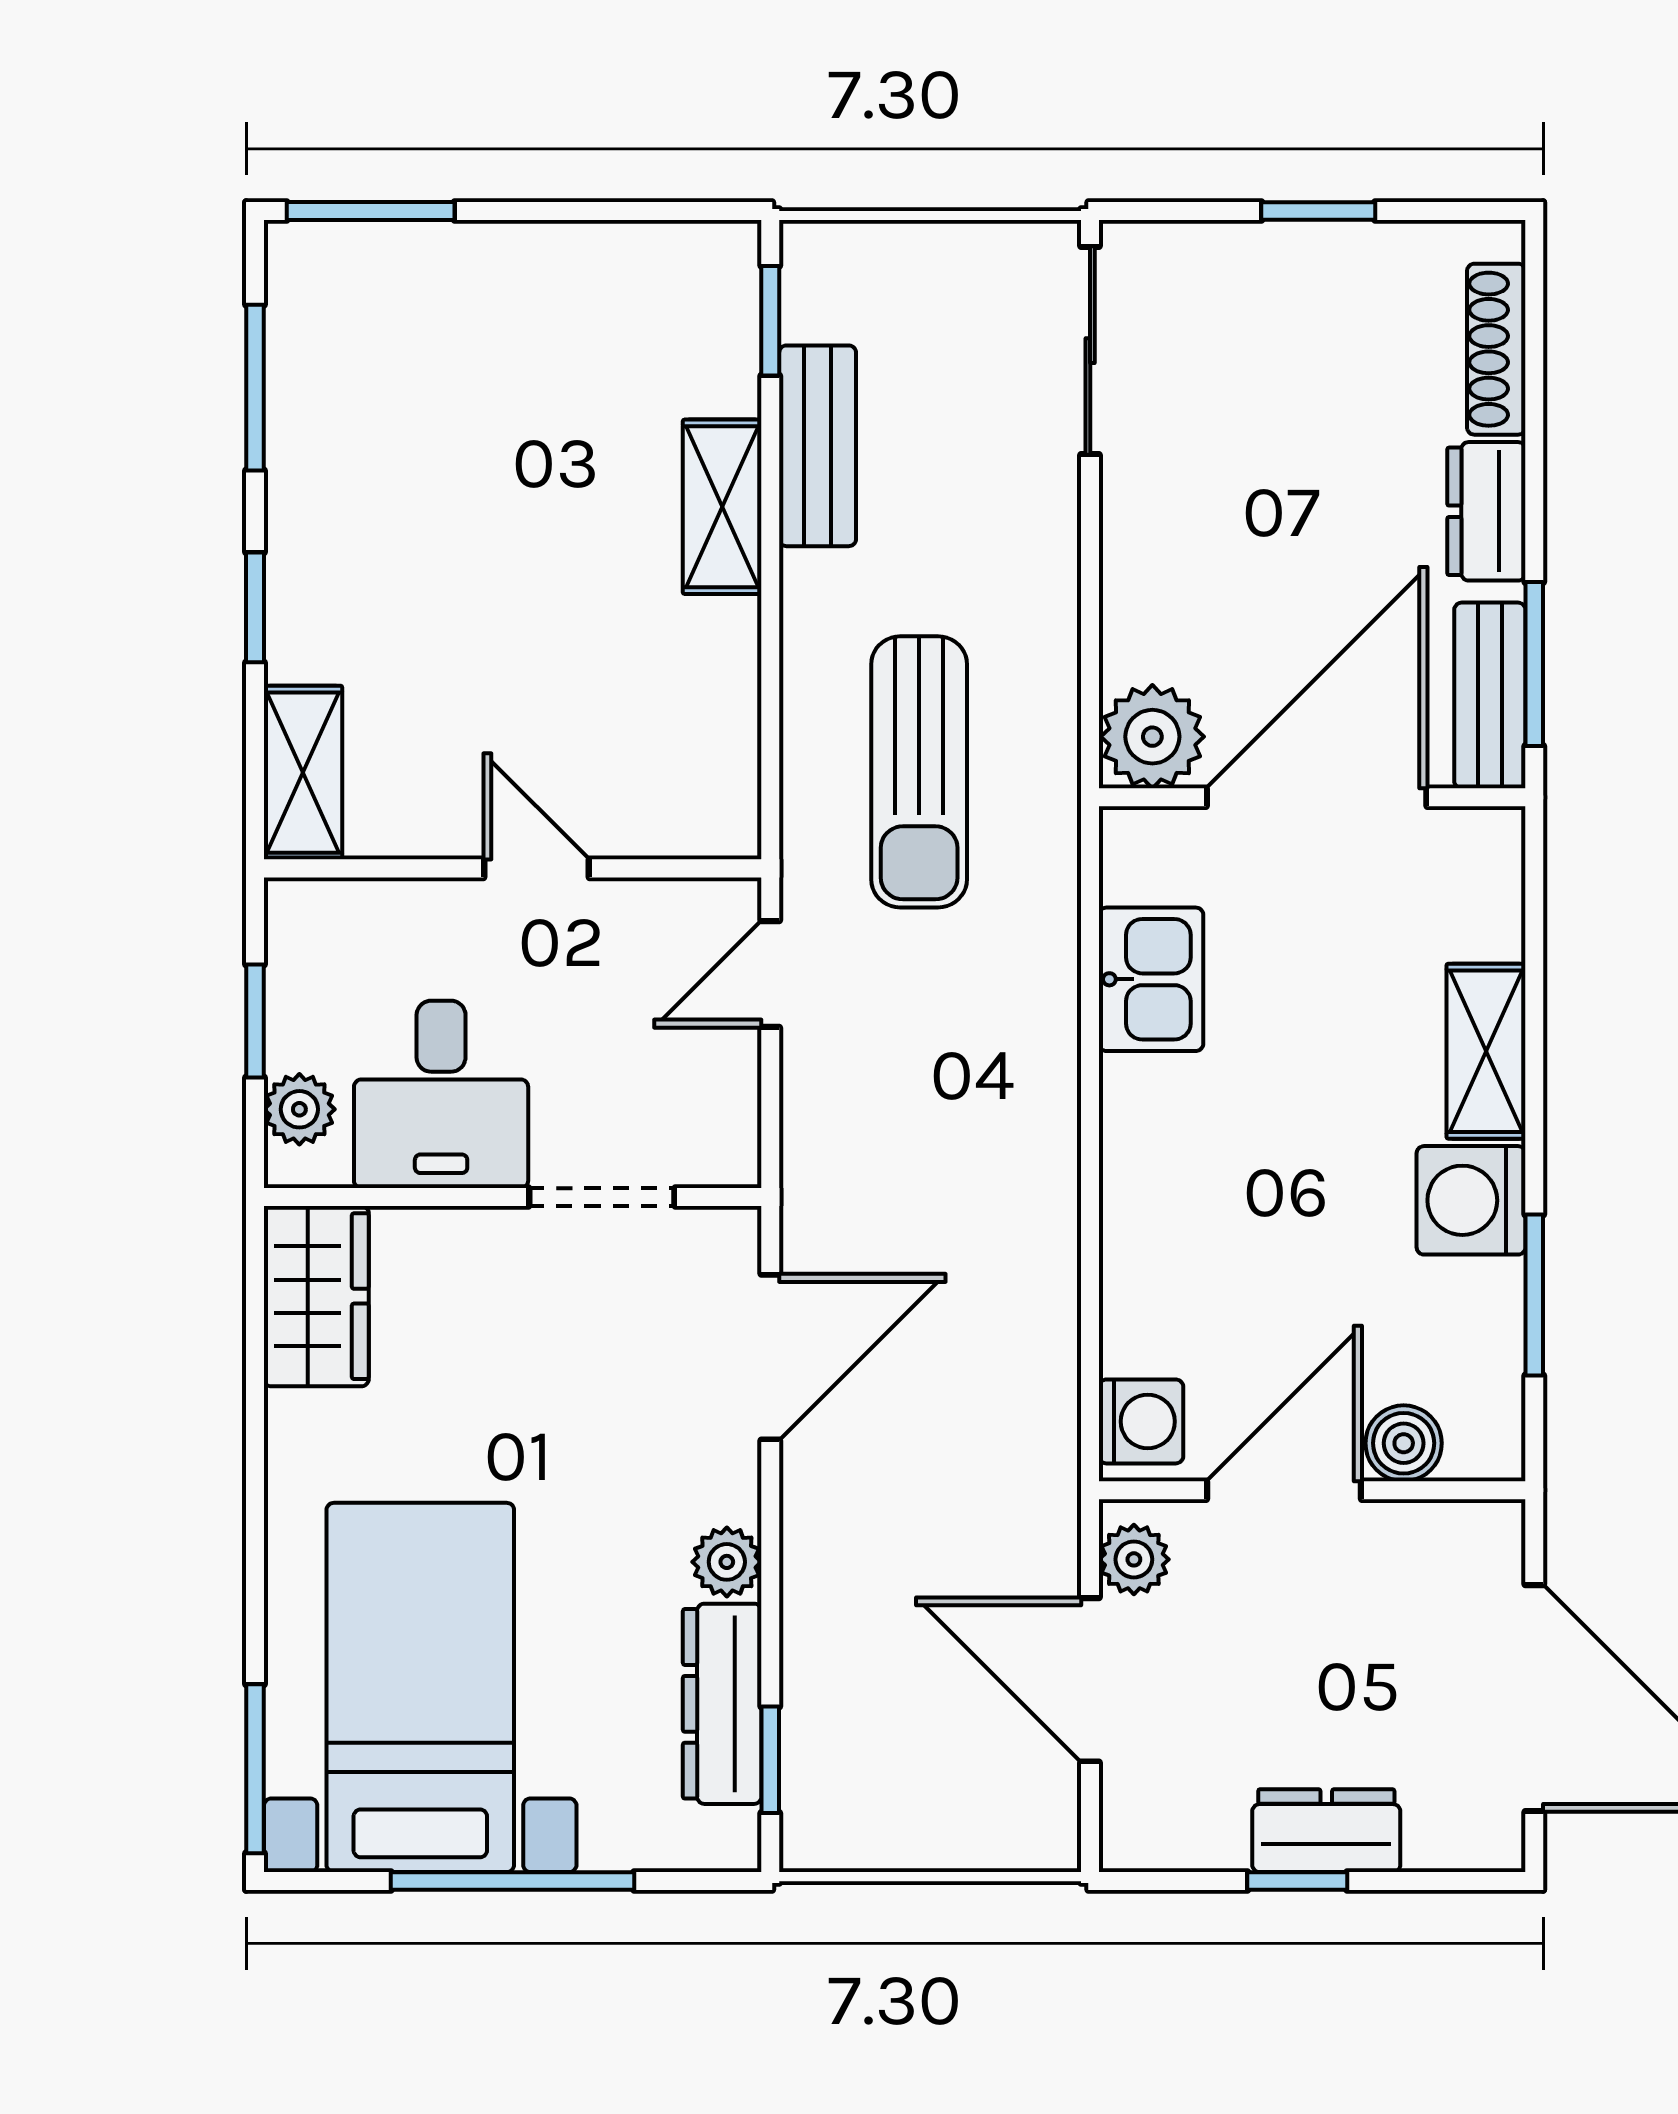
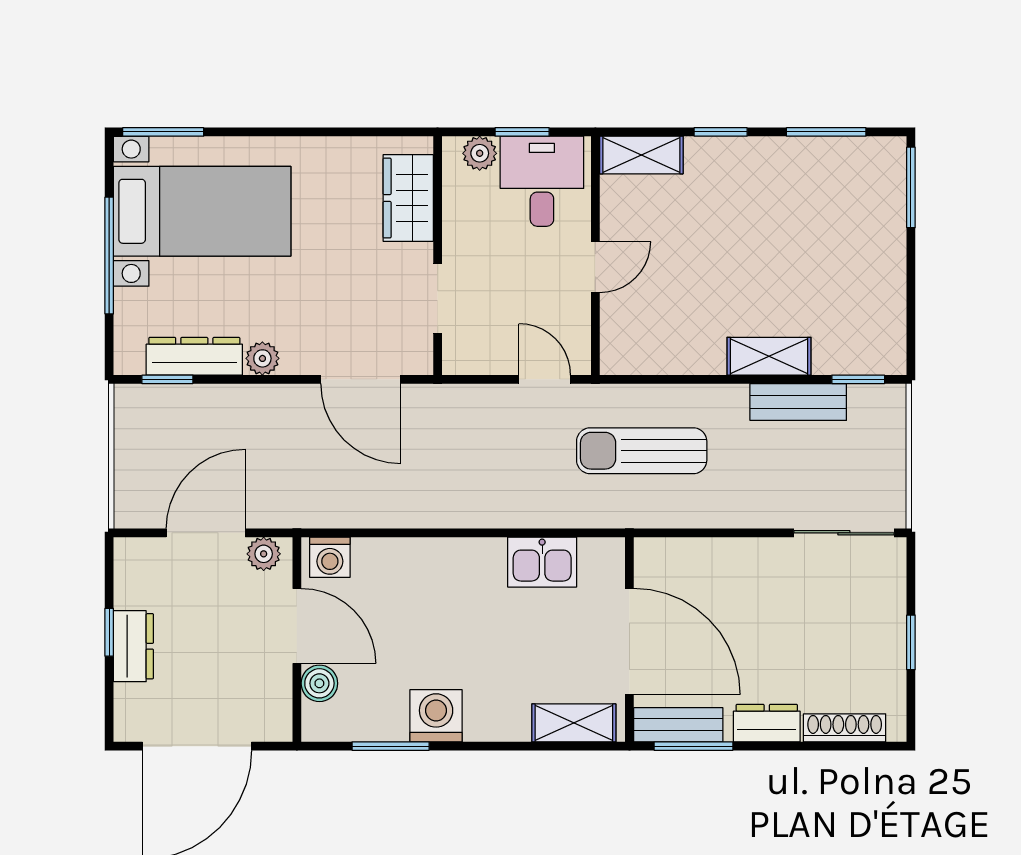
plant: (1152, 737) -> (659, 563), removed
shelving: (1486, 1051) -> (574, 723), moved
desk: (441, 1094) -> (542, 181), moved, turned 90
wardrobe: (316, 1296) -> (408, 198), moved, turned 90

